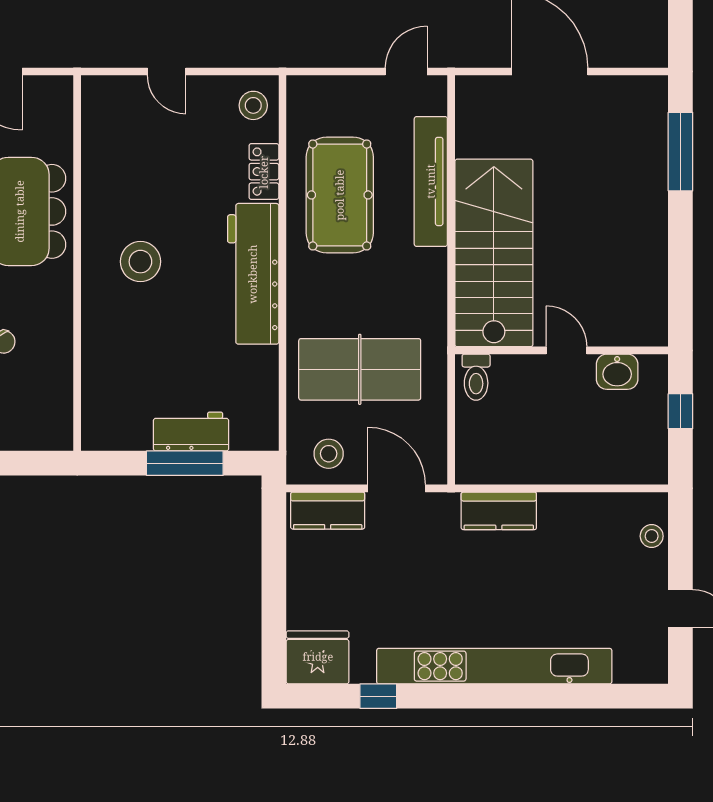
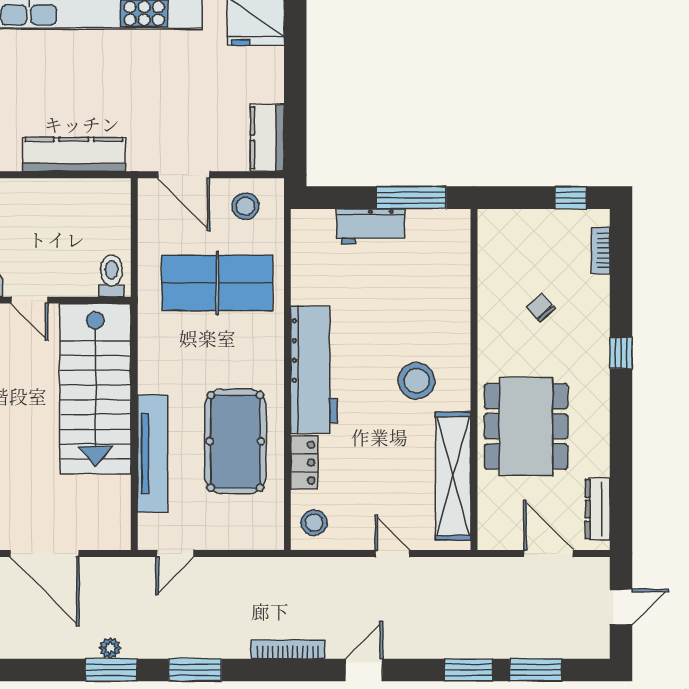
shelving: (100, 157) -> (453, 476), added
window: (185, 463) -> (411, 198), moved
kitchen counter: (328, 511) -> (267, 138), moved, turned -90
kitchen counter: (499, 511) -> (74, 154), width x1.50

